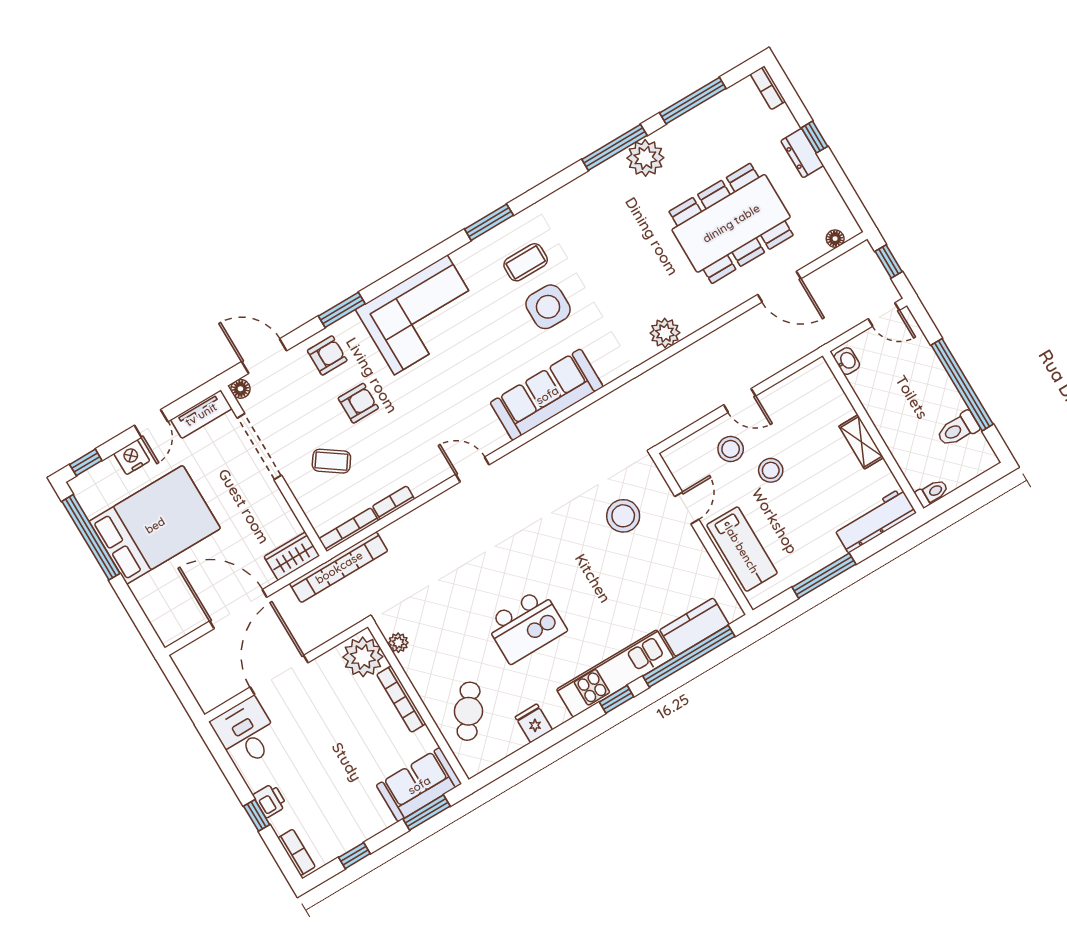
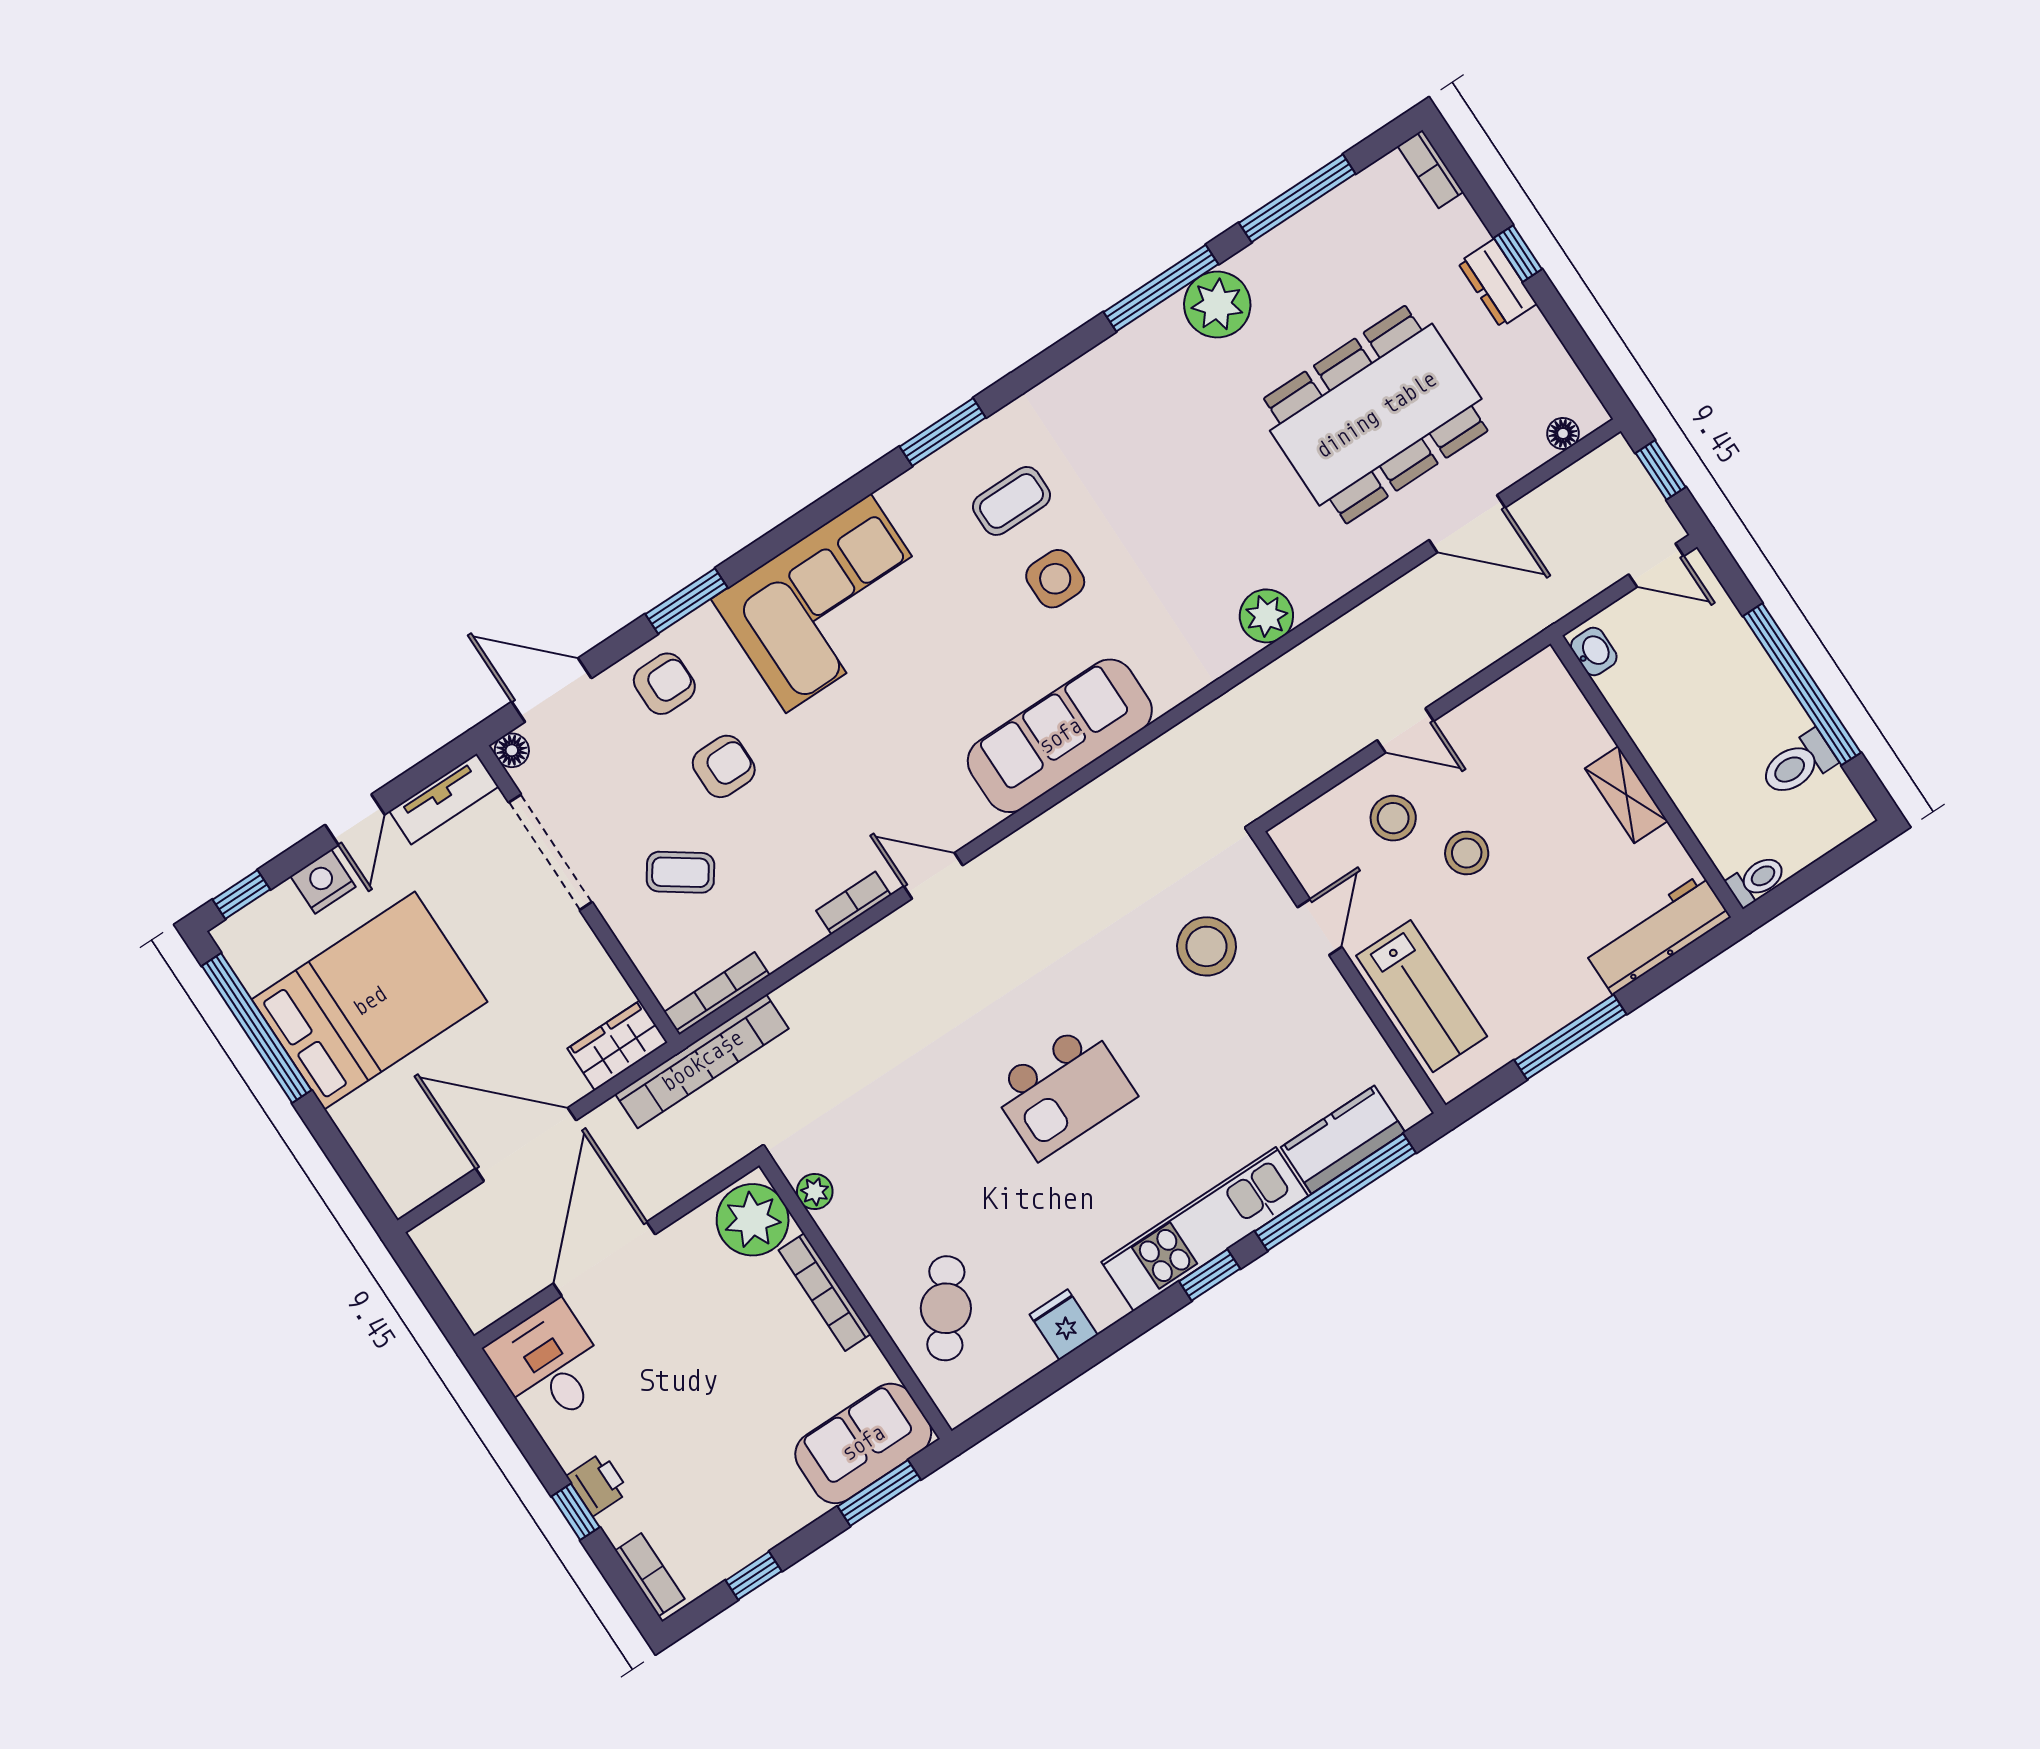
side table: (548, 307) -> (1055, 579), width x0.73, depth x0.73
bookcase: (394, 503) -> (854, 903), moved
kitchen island: (526, 626) -> (1063, 1091), moved

